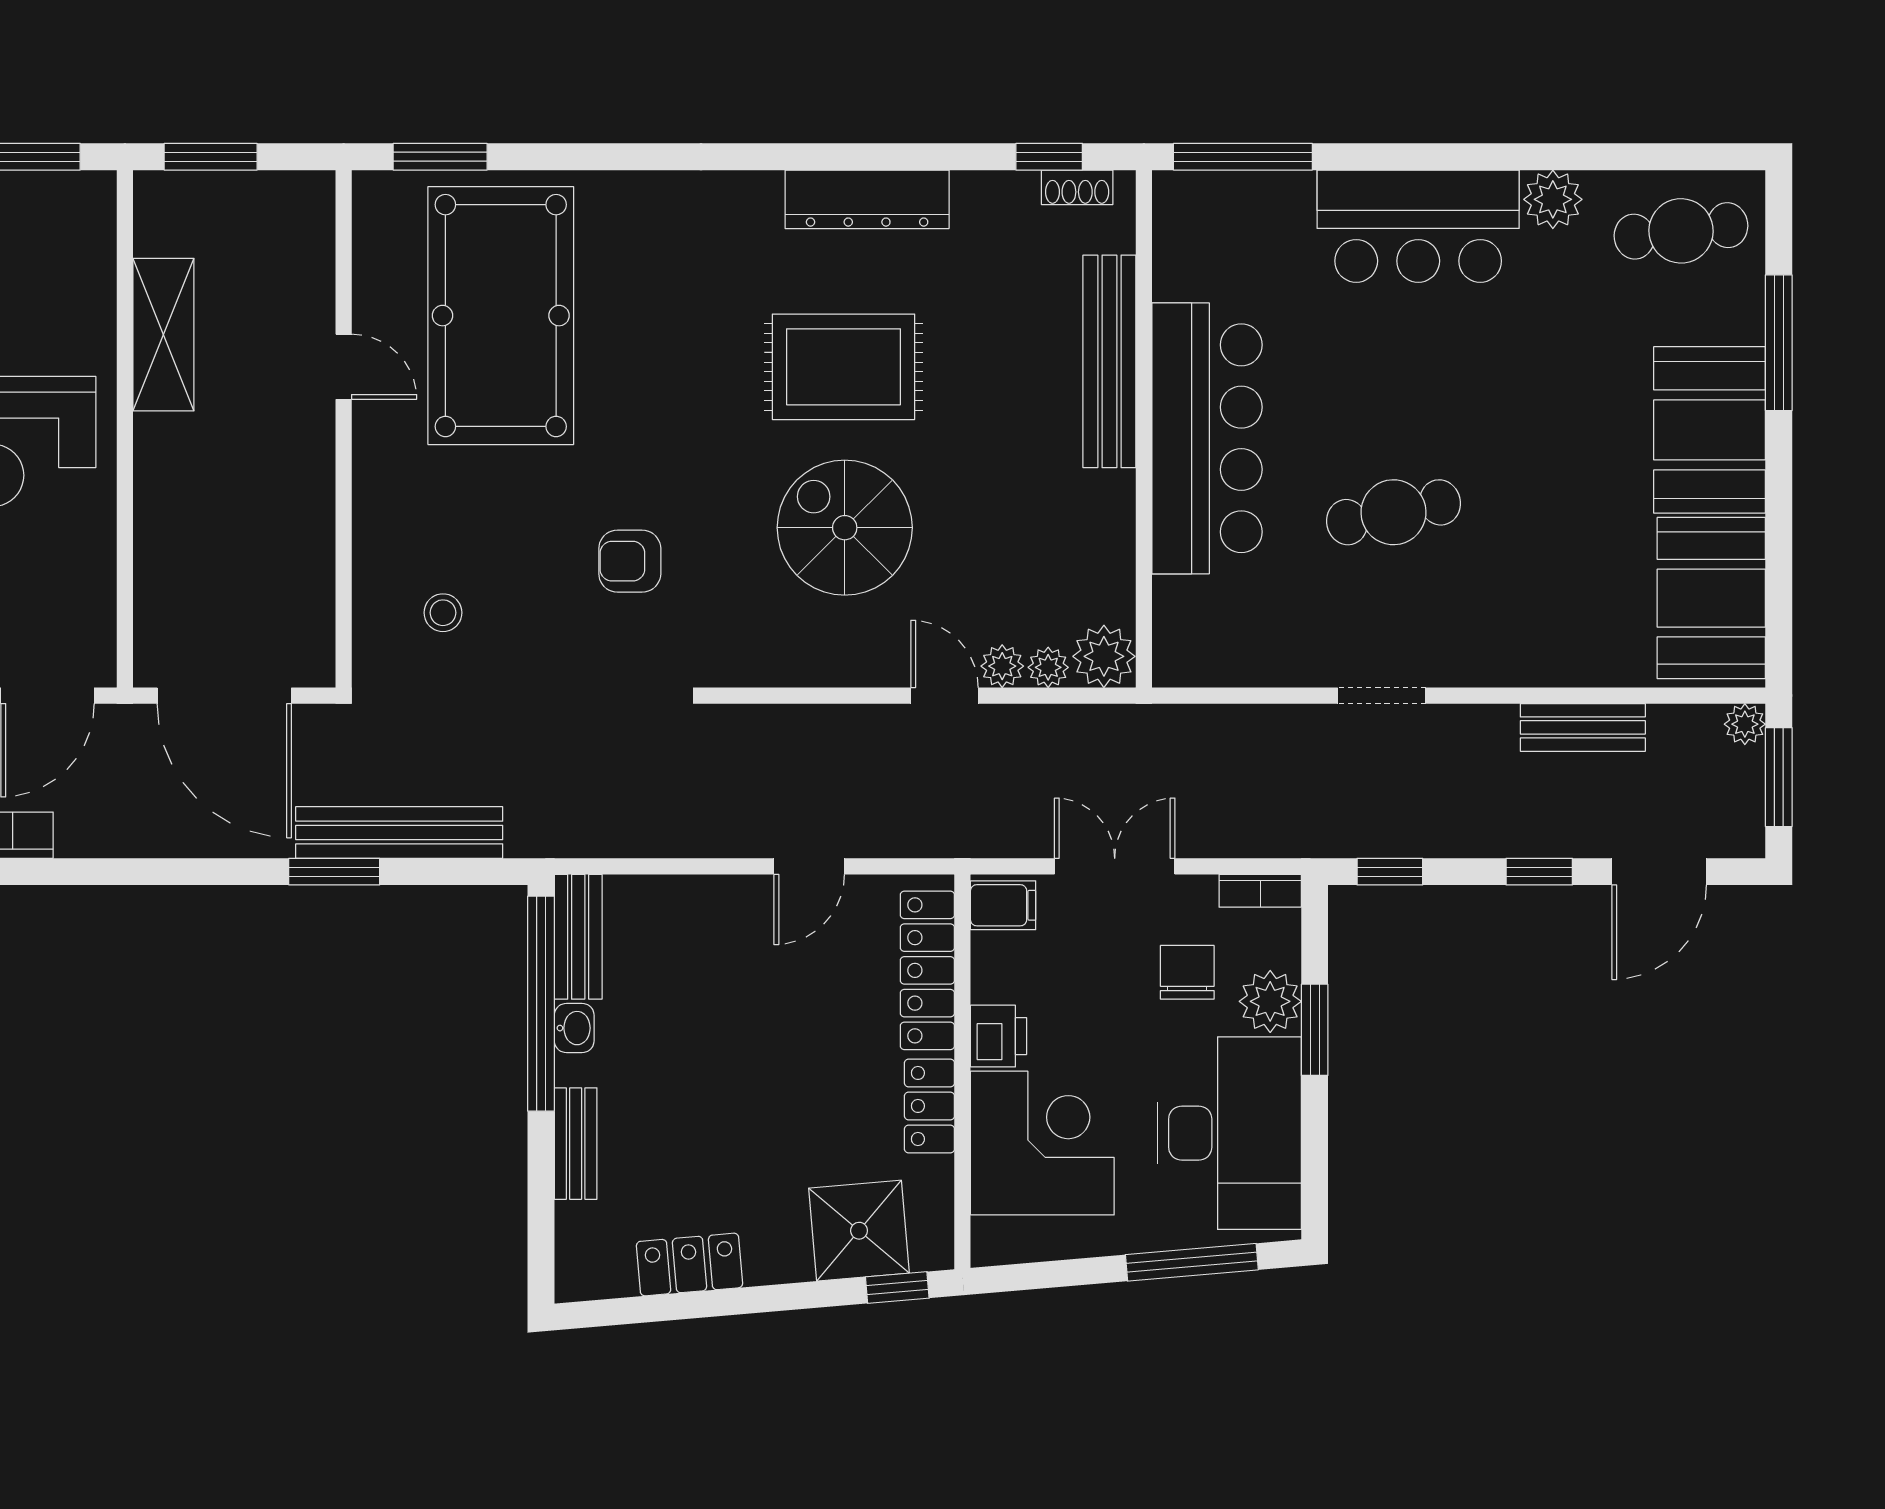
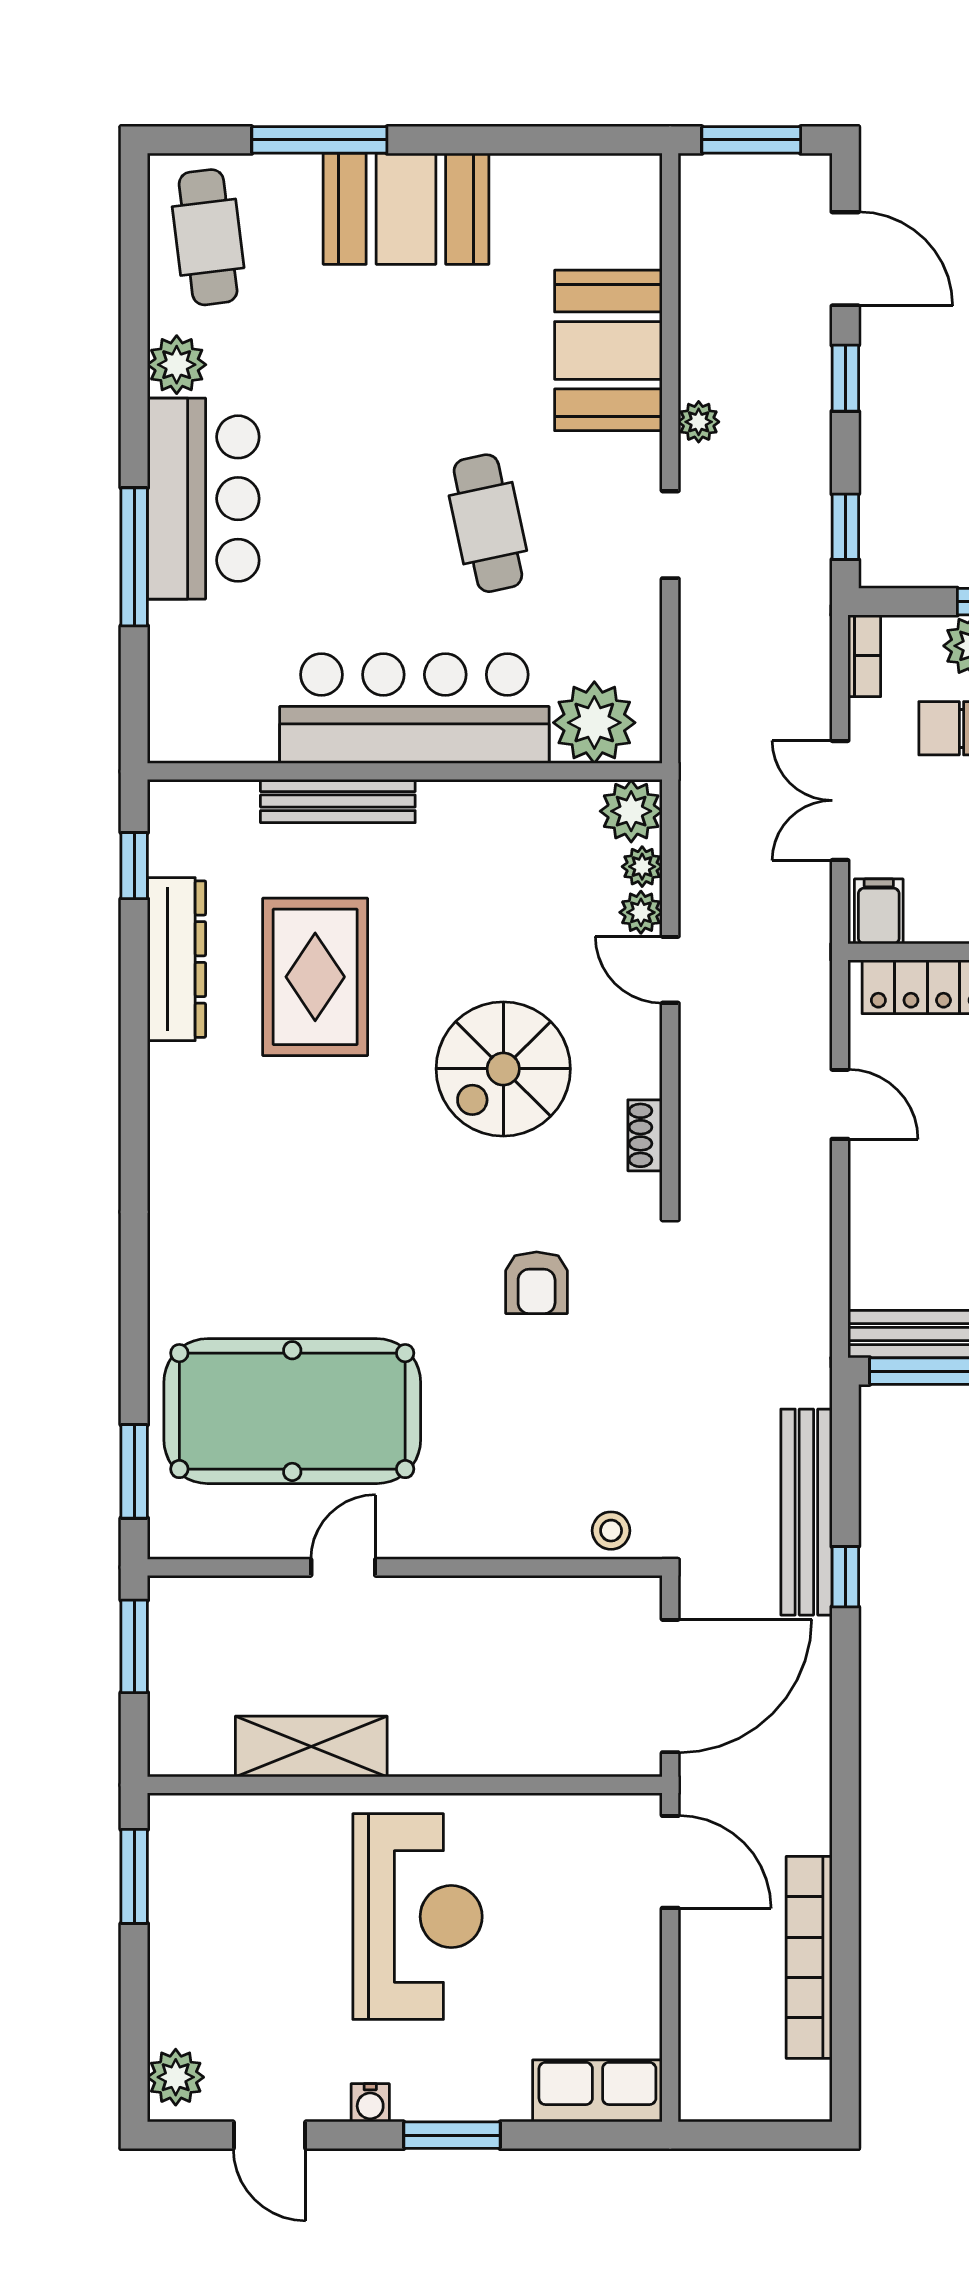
window: (211, 157) -> (134, 1646), moved
window: (1243, 157) -> (134, 557), moved
shoe rack: (1077, 187) -> (645, 1135), moved, turned 180
dresser: (867, 199) -> (177, 959), moved
bench: (1109, 361) -> (338, 801), width x0.73, depth x0.82
rug: (844, 367) -> (315, 977), moved
booth: (1711, 598) -> (608, 350), moved, turned 90
stool: (443, 613) -> (611, 1531), moved
plant: (1193, 619) -> (594, 723), added
door: (944, 696) -> (670, 970), hinge flipped
plant: (1745, 724) -> (699, 422), moved
bench: (1583, 727) -> (702, 335), removed
window: (334, 872) -> (845, 1577), width x0.67

